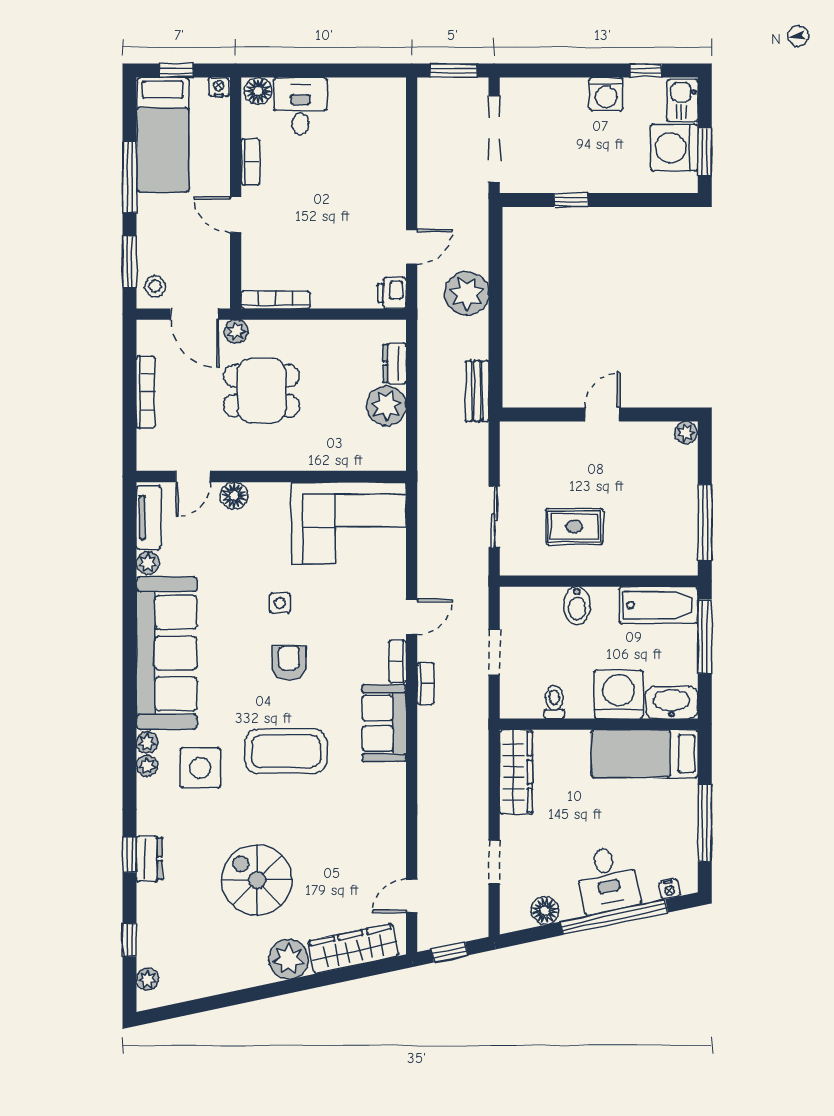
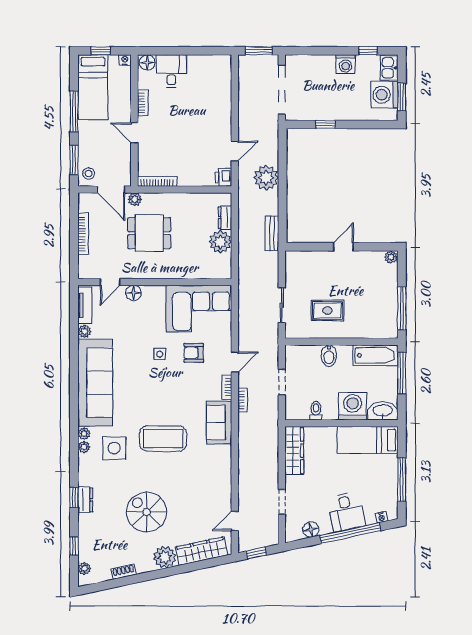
armchair: (289, 663) -> (194, 353), moved, turned -90
shoe rack: (217, 985) -> (124, 572), added

